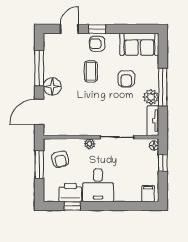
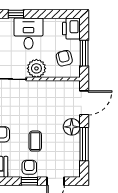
armchair: (97, 44) -> (29, 167), turned -90
plant: (90, 144) -> (36, 68), width x1.88, depth x1.88
printer: (70, 193) -> (71, 29), moved, turned 90
window: (72, 206) -> (16, 14), moved

